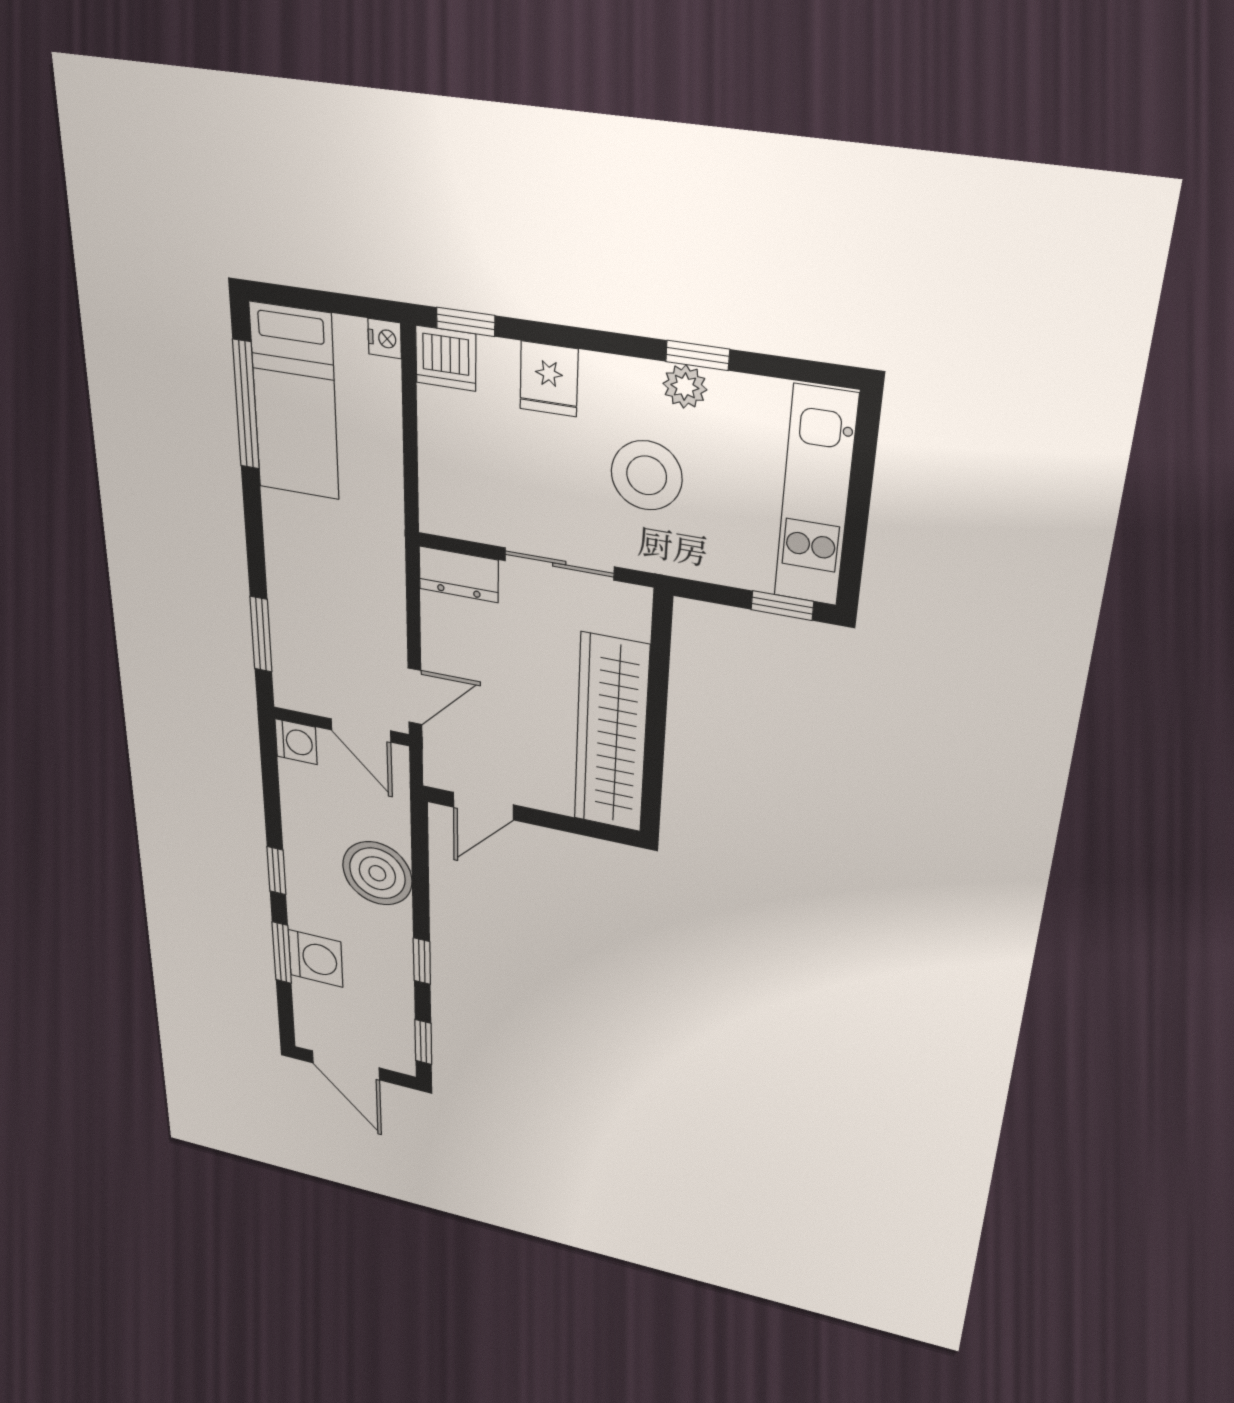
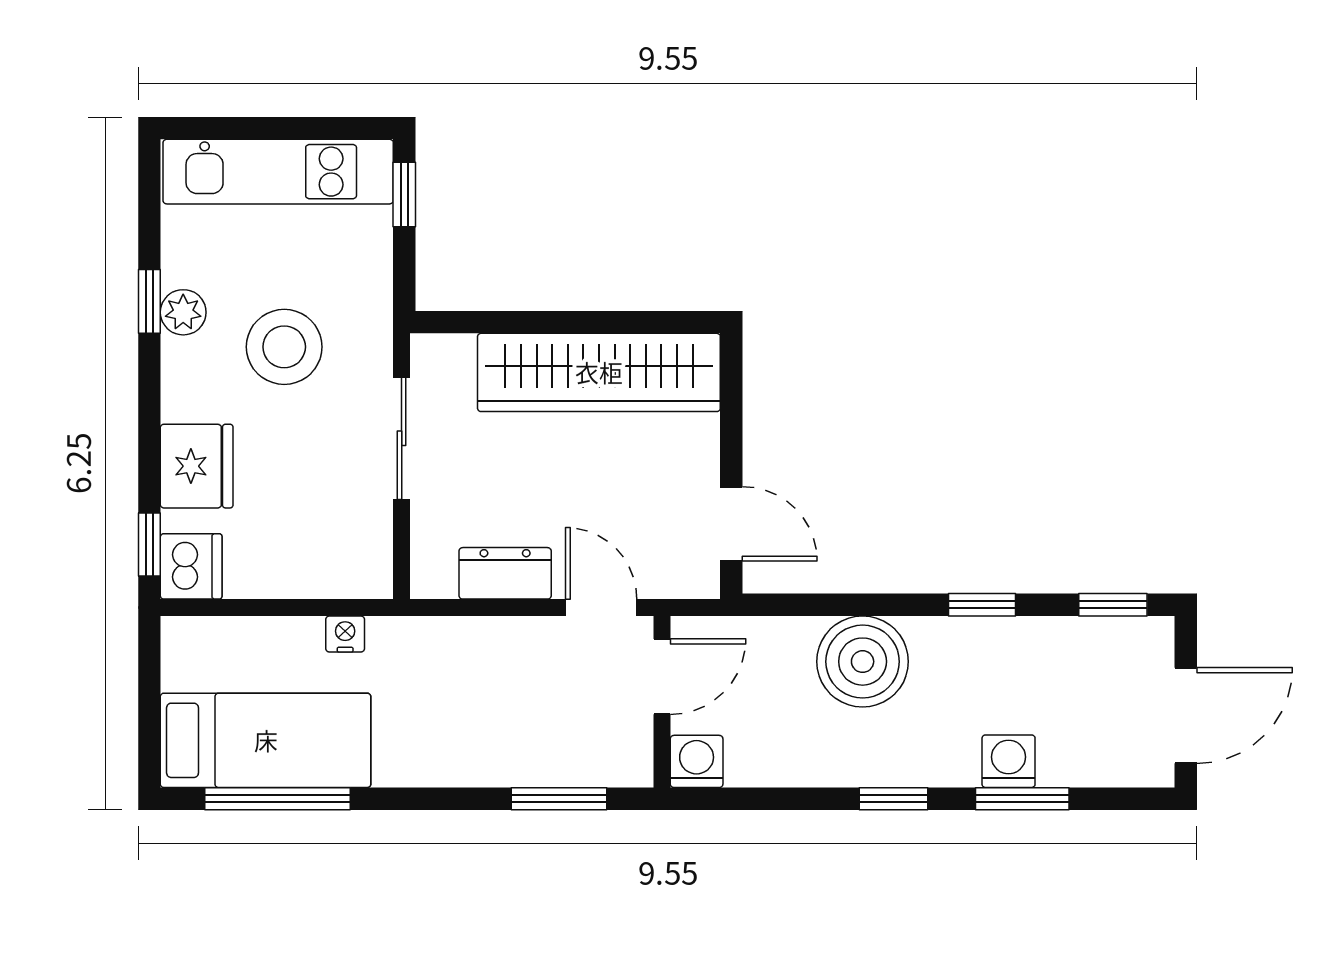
nightstand: (385, 339) -> (345, 634), moved
fridge: (549, 379) -> (197, 466), width x1.38
dresser: (459, 574) -> (505, 573), moved, turned -90
washing machine: (316, 959) -> (1009, 761), width x0.73, depth x0.73

